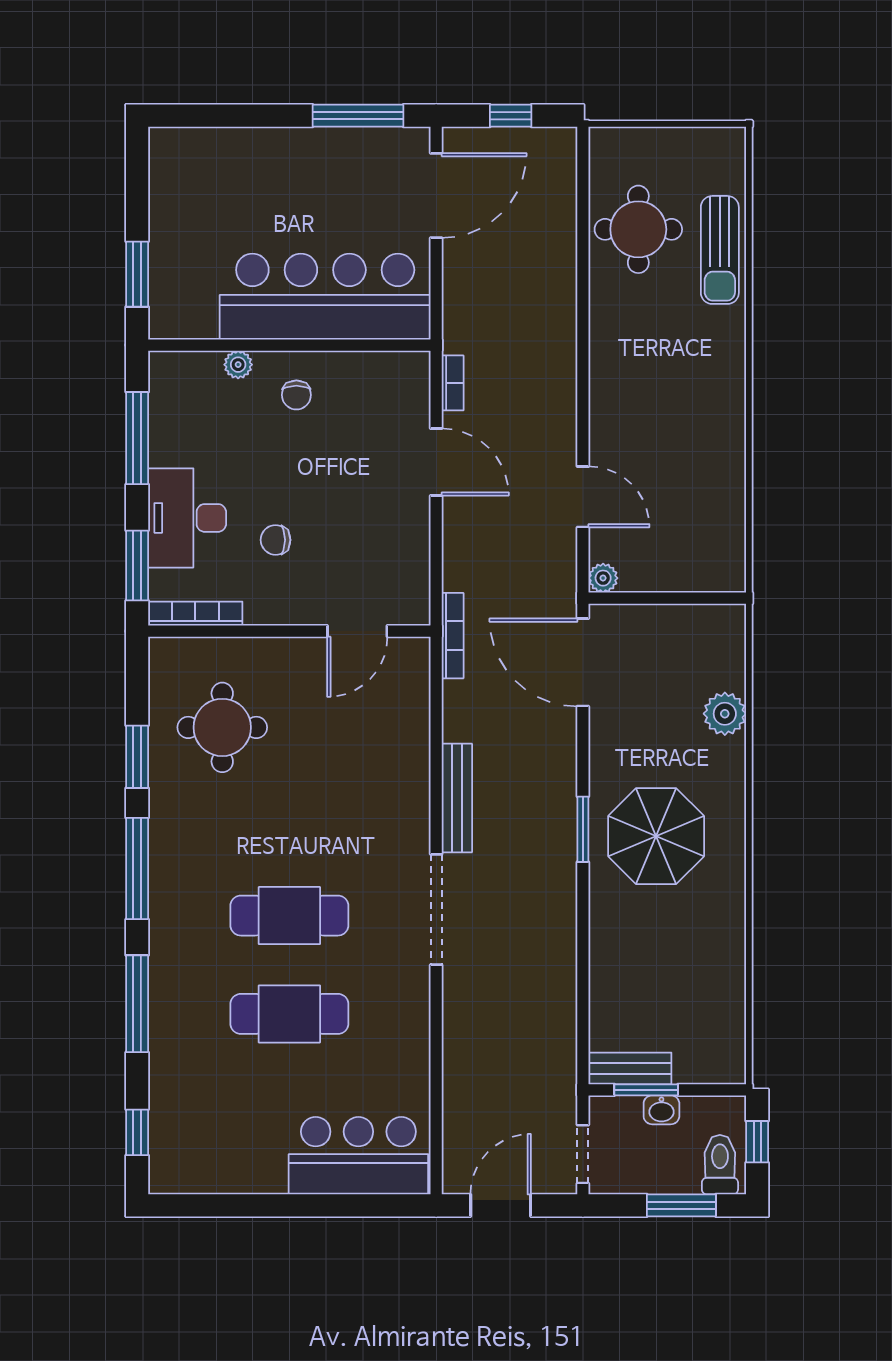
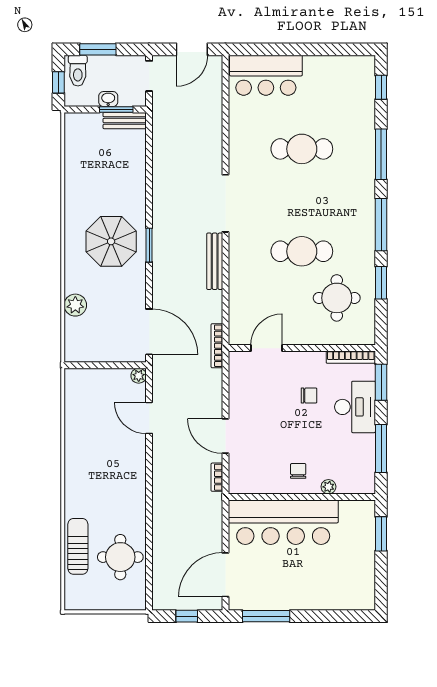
cafe table: (289, 916) -> (302, 251), moved

